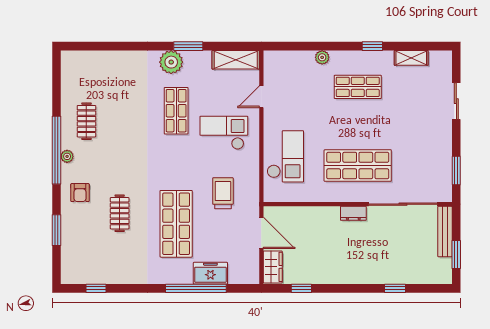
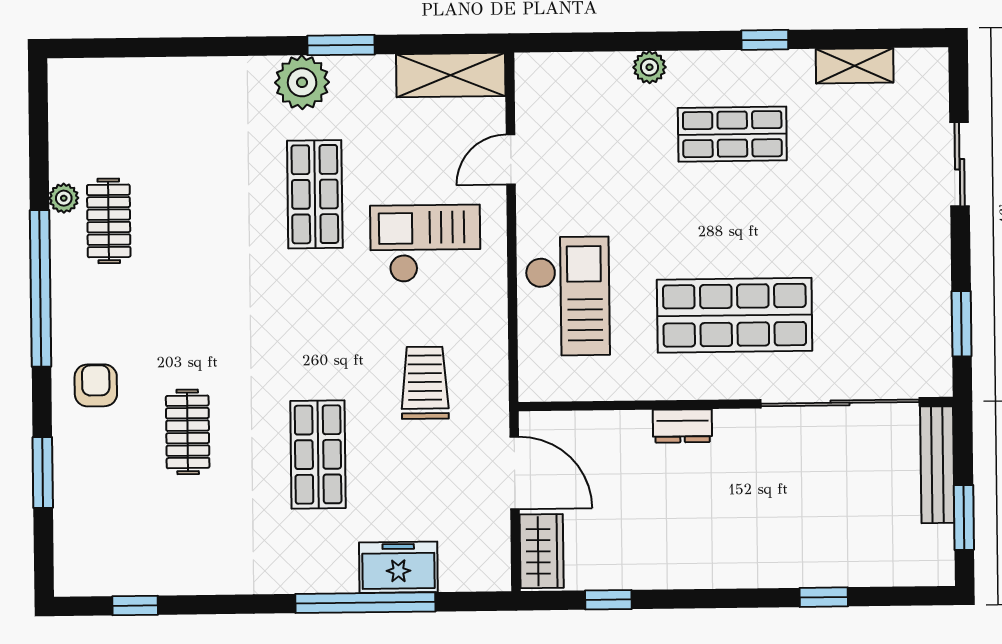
plant: (67, 156) -> (64, 198), moved
armchair: (80, 193) -> (96, 385), turned 180
dresser: (353, 213) -> (682, 426), moved
shop shelf: (176, 224) -> (318, 454), width x0.70, depth x0.74

